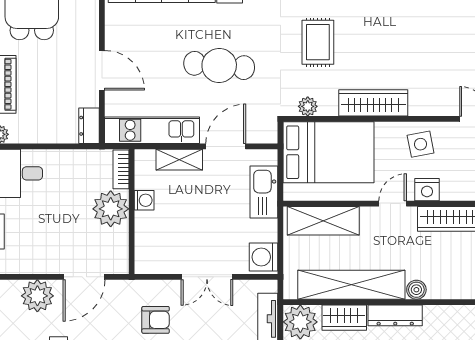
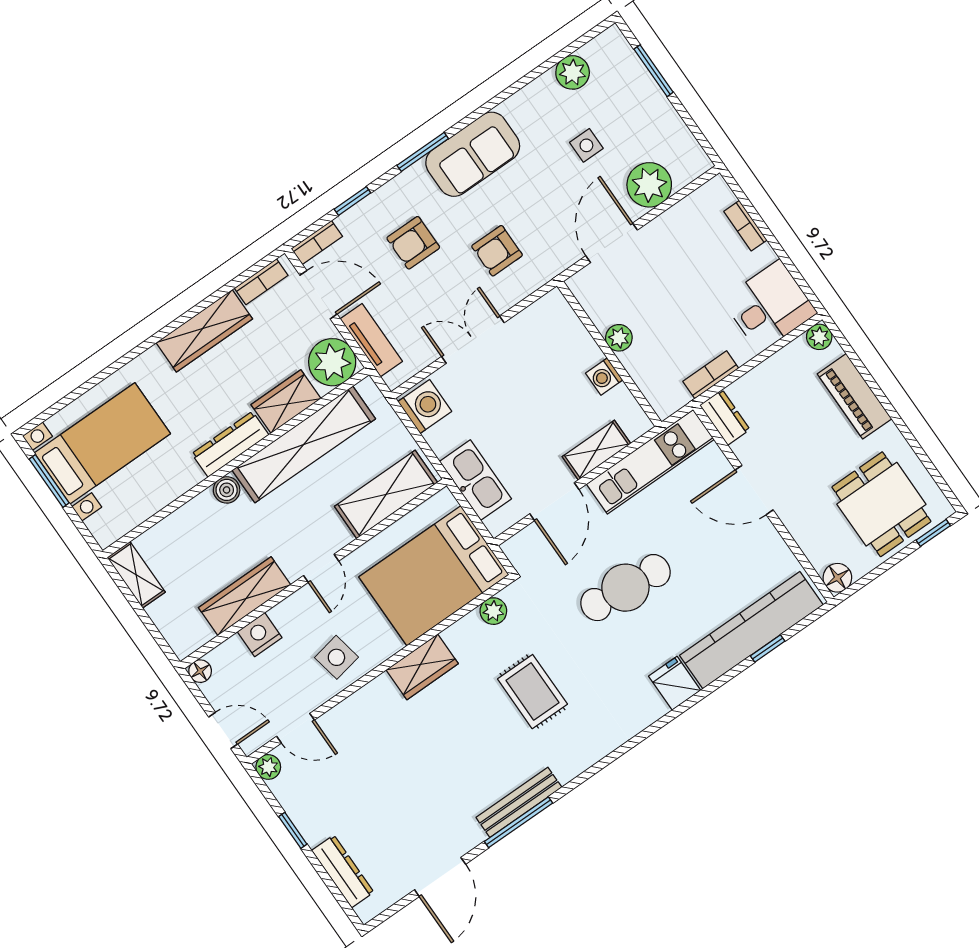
wardrobe: (373, 103) -> (422, 667), width x0.67
bookcase: (121, 169) -> (711, 375), moved, turned -90
nightstand: (427, 190) -> (260, 635), moved
plant: (111, 209) -> (619, 338), width x0.53, depth x0.53

